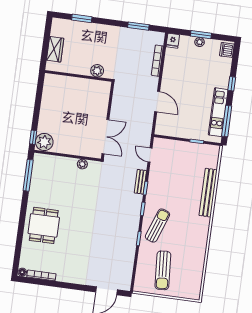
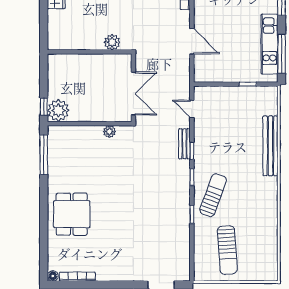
plant: (97, 71) -> (112, 42), moved
wall: (78, 76) -> (90, 52), moved

